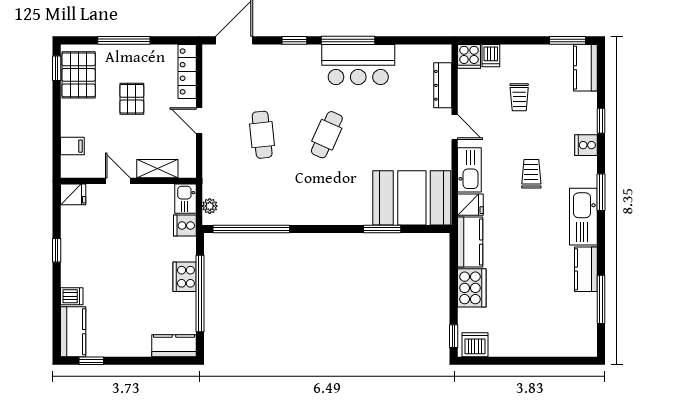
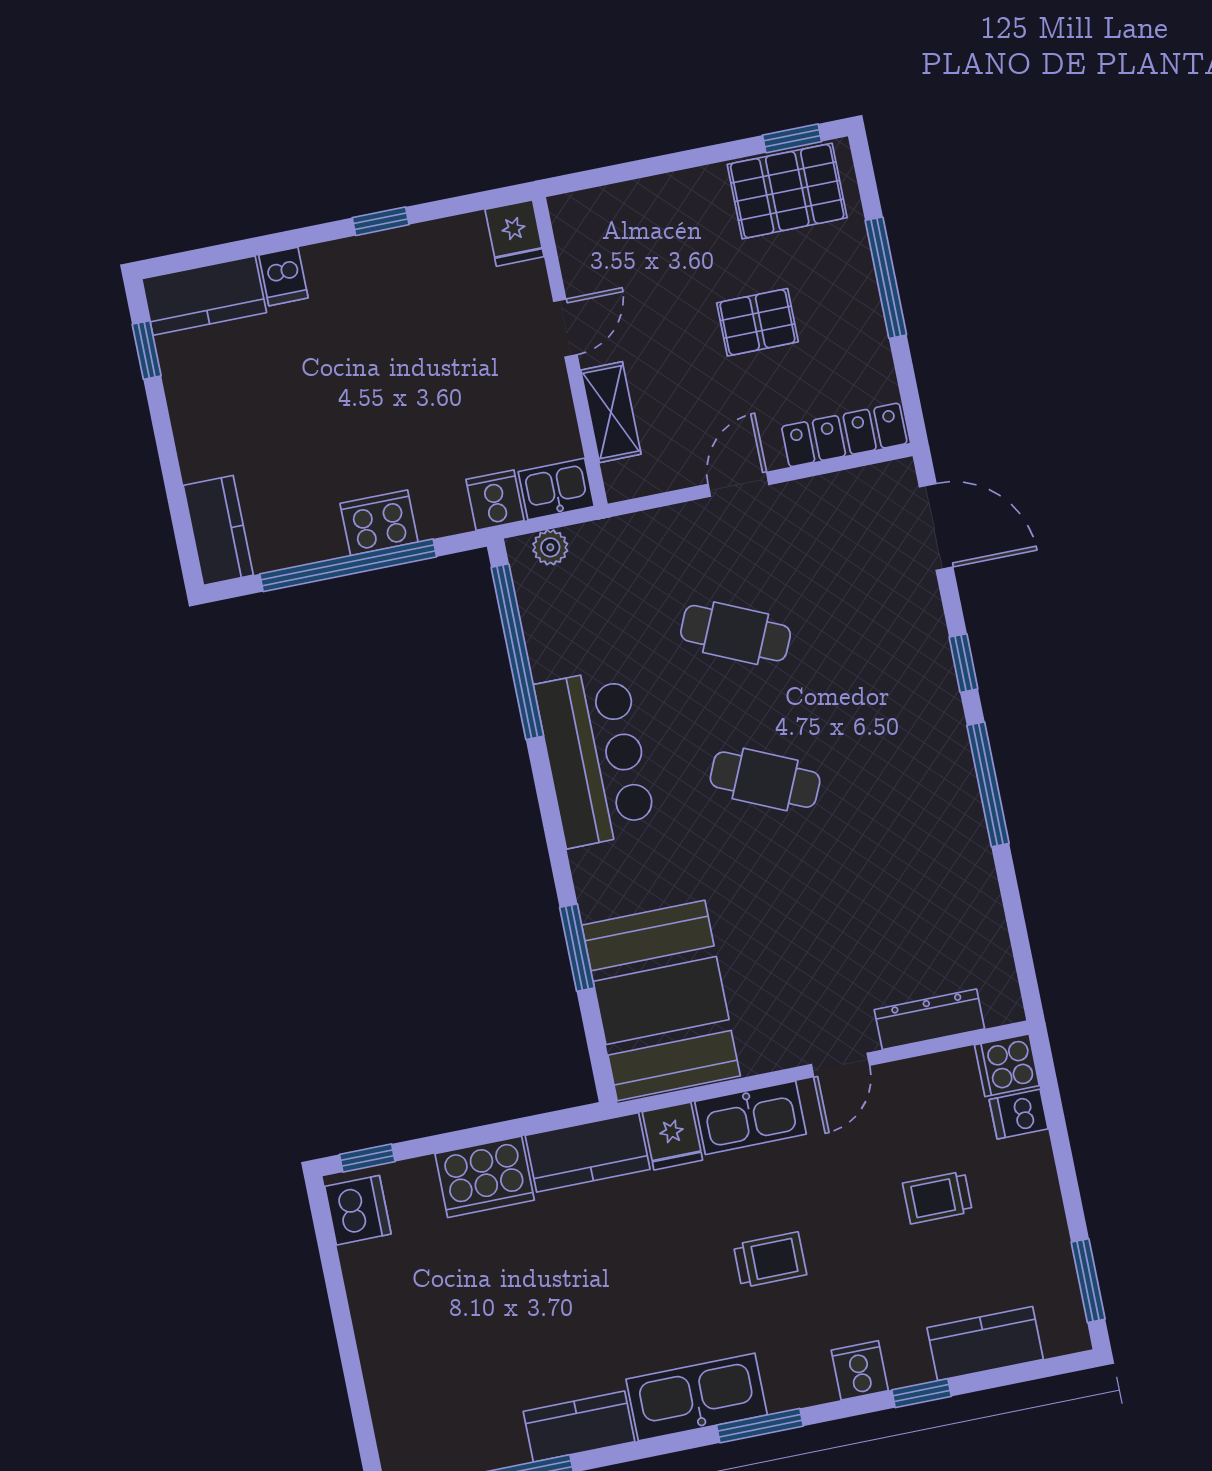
bar counter: (358, 64) -> (595, 758), moved, turned 180
kitchen counter: (585, 68) -> (985, 1343), moved
cafe table: (262, 135) -> (736, 633), turned 30
filing cabinet: (72, 146) -> (623, 209), removed

